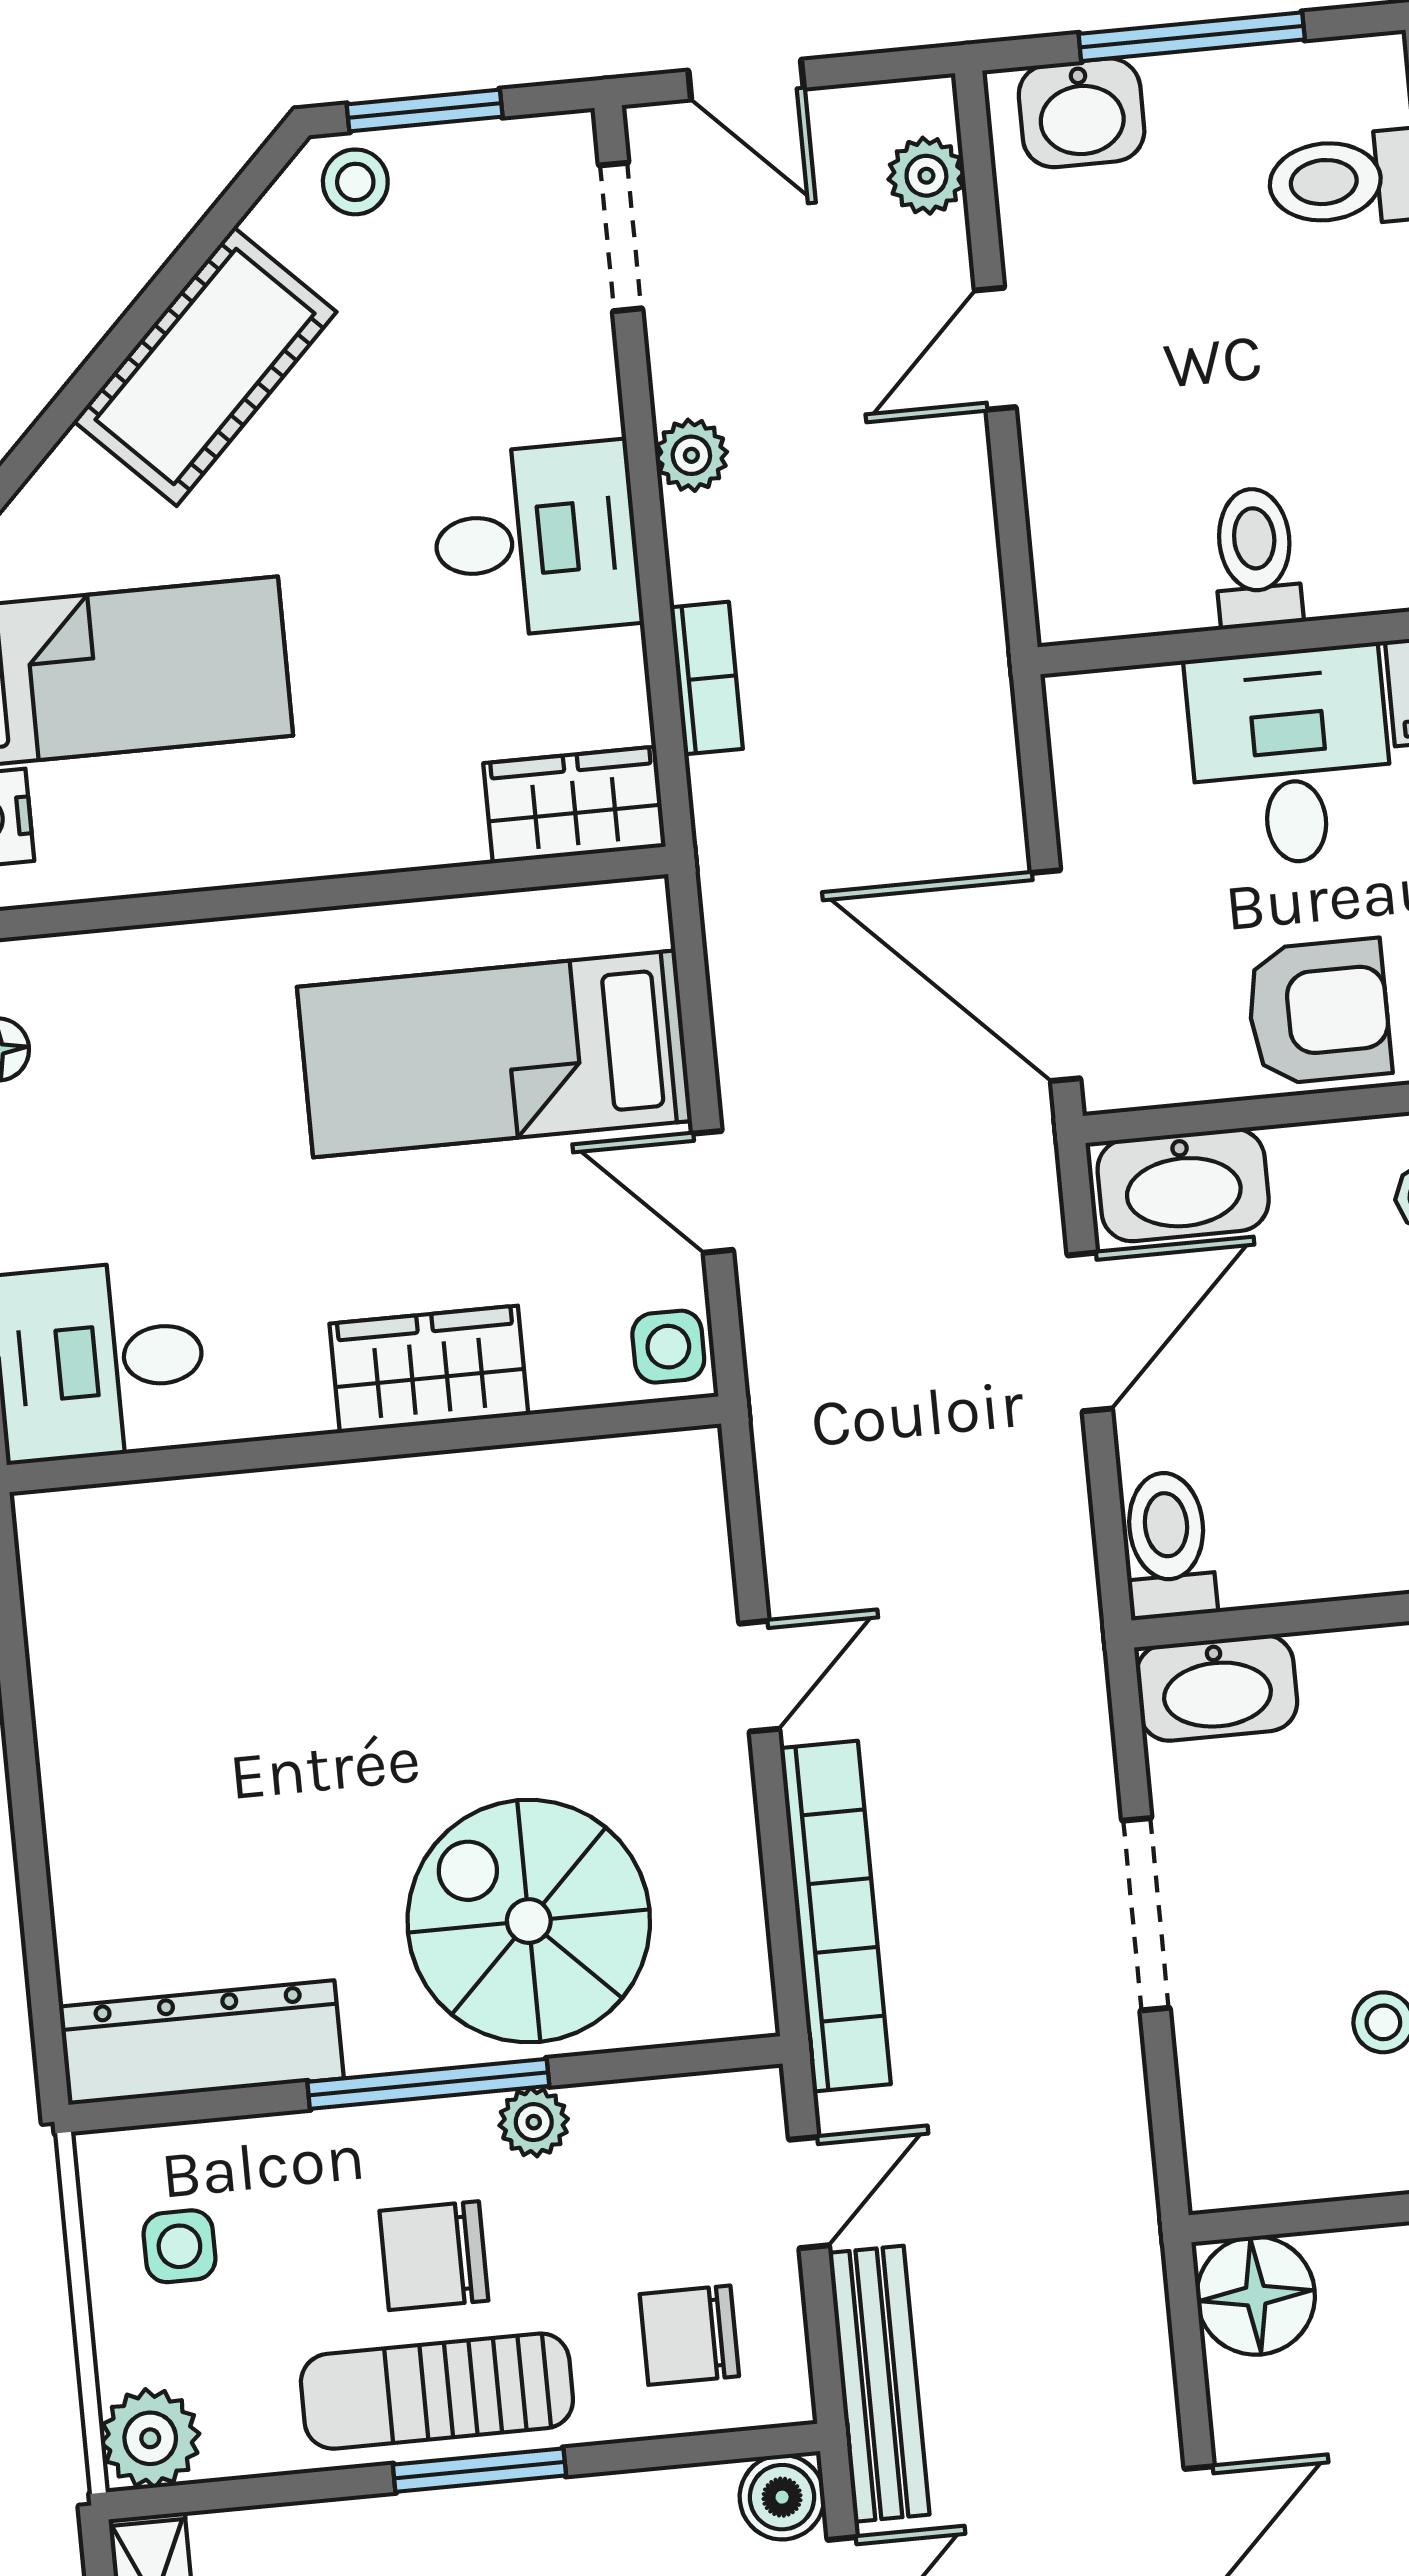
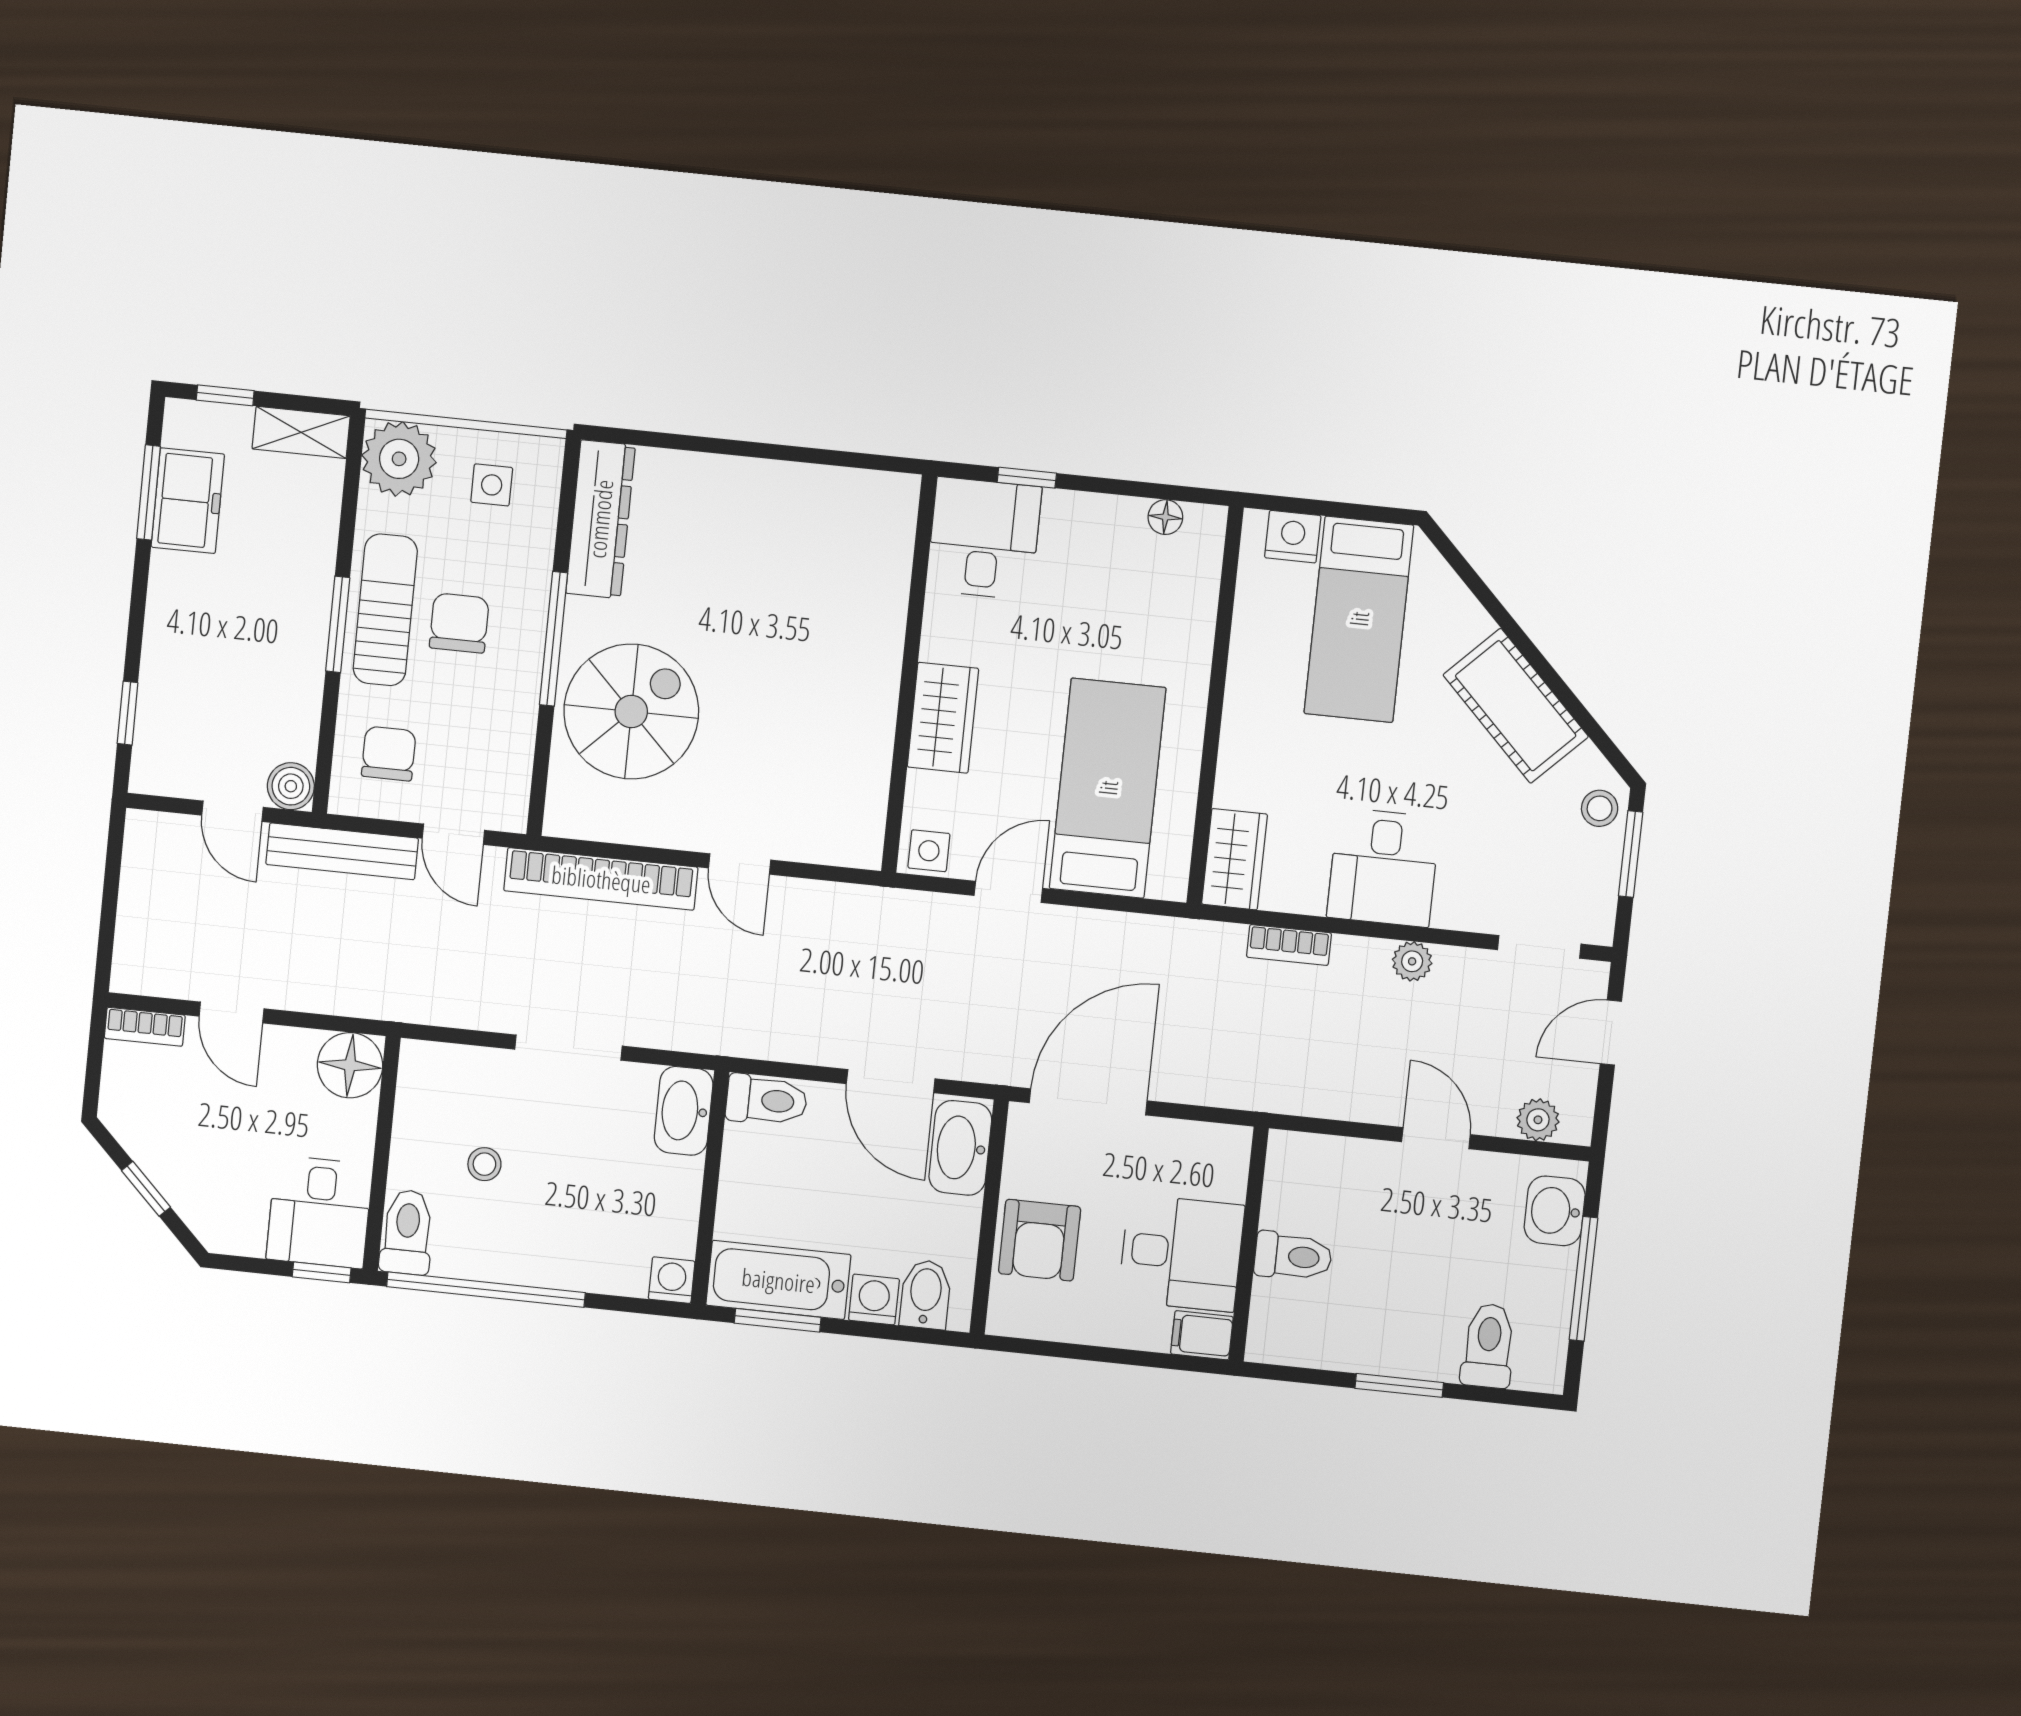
plant: (534, 2122) -> (521, 692), removed
plant: (150, 2438) -> (399, 459), width x1.36, depth x1.36

